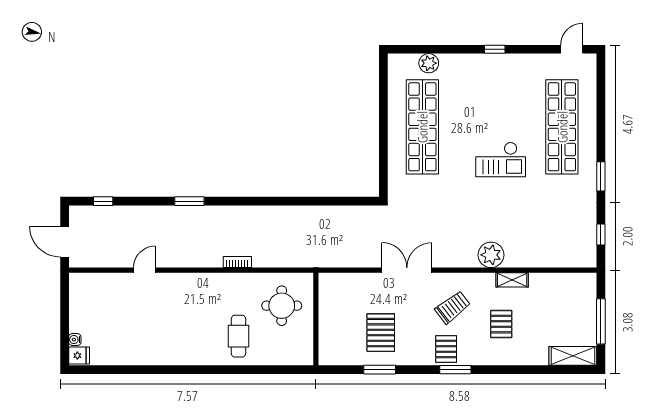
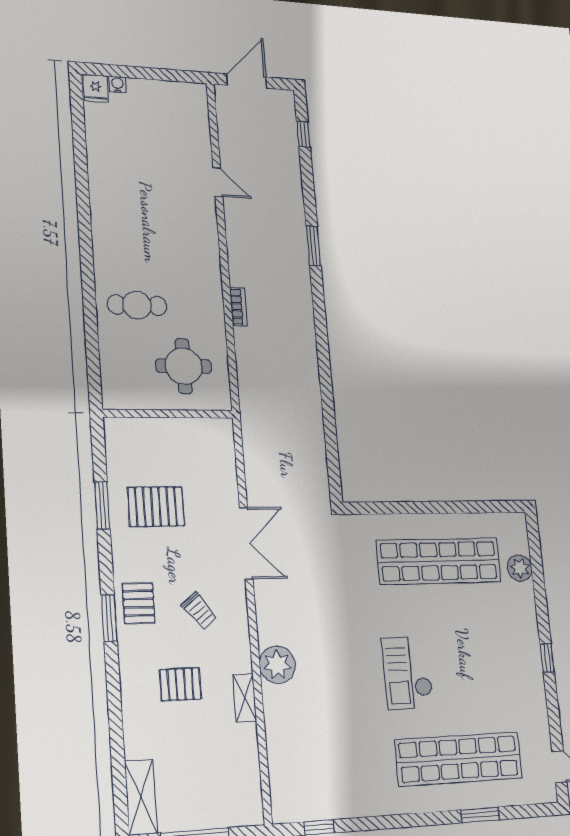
window: (601, 176) -> (480, 815), moved
trolley: (453, 307) -> (199, 611), width x0.73, depth x0.72
pallet: (446, 349) -> (139, 603), turned 90

